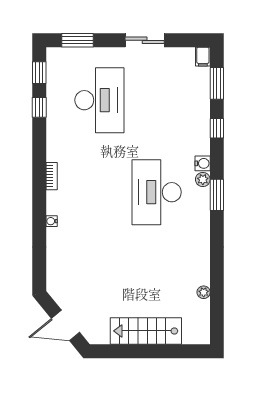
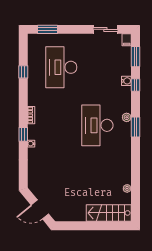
sliding door: (145, 40) -> (105, 29), moved
window: (39, 73) -> (23, 134), moved
desk: (99, 100) -> (61, 67), turned 180
water cooler: (203, 163) -> (126, 81), moved
stairs: (146, 331) -> (109, 213), moved

